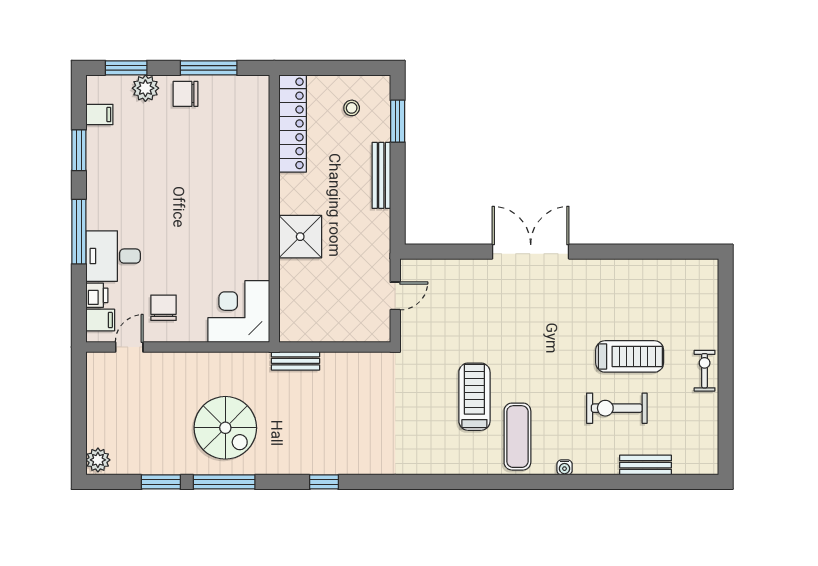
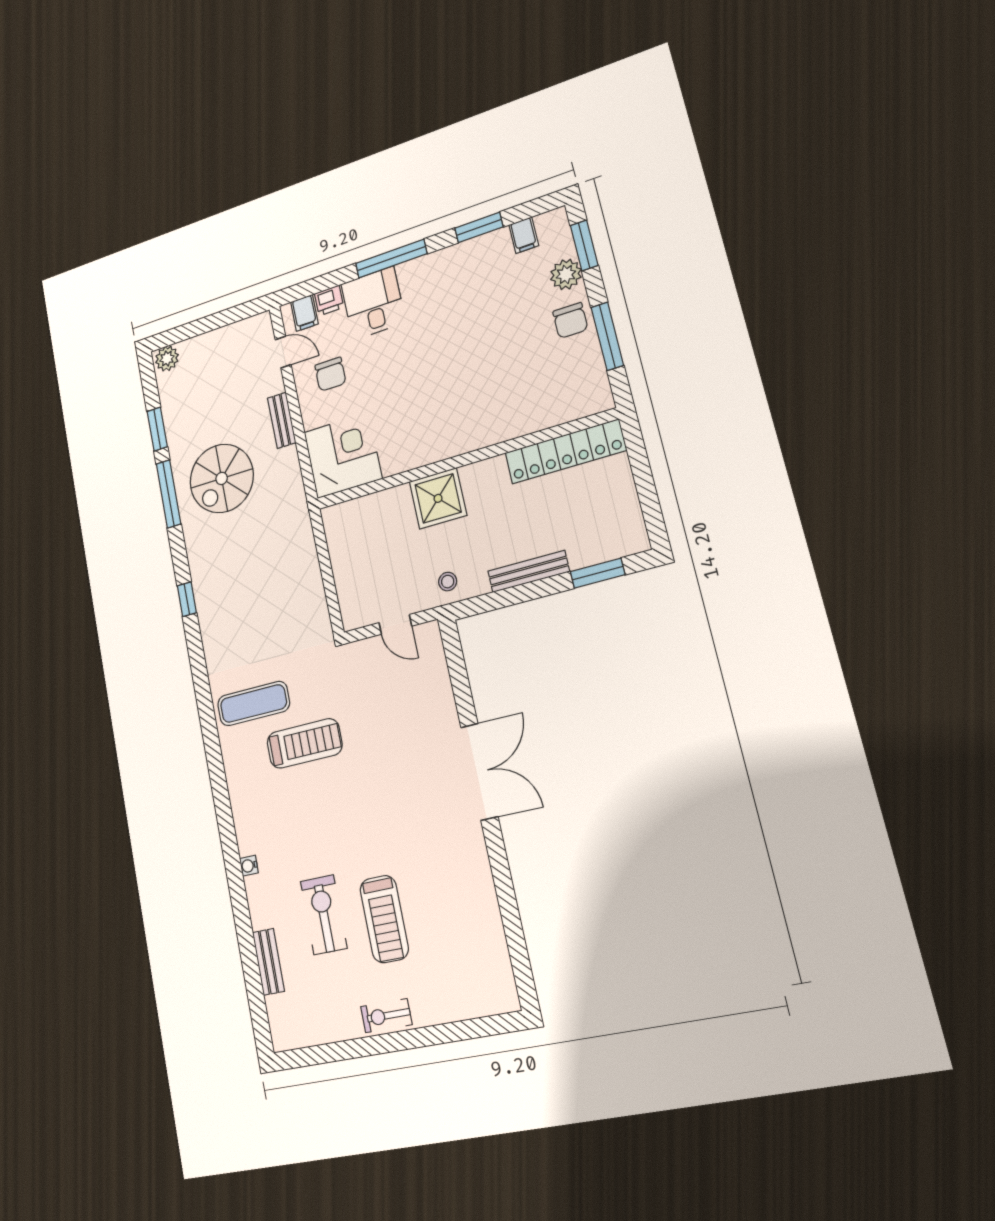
chair: (185, 94) -> (570, 321), turned 180
stool: (352, 108) -> (448, 582), moved
chair: (164, 308) -> (330, 374), turned 90
bench: (296, 361) -> (282, 420), moved
exercise bike: (705, 371) -> (386, 1016), turned 180
exercise mat: (517, 437) -> (253, 704), moved

